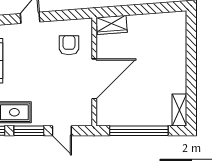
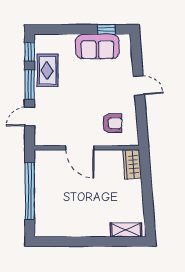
door: (94, 79) -> (80, 148), width x0.73
shelving: (179, 110) -> (126, 230), moved

